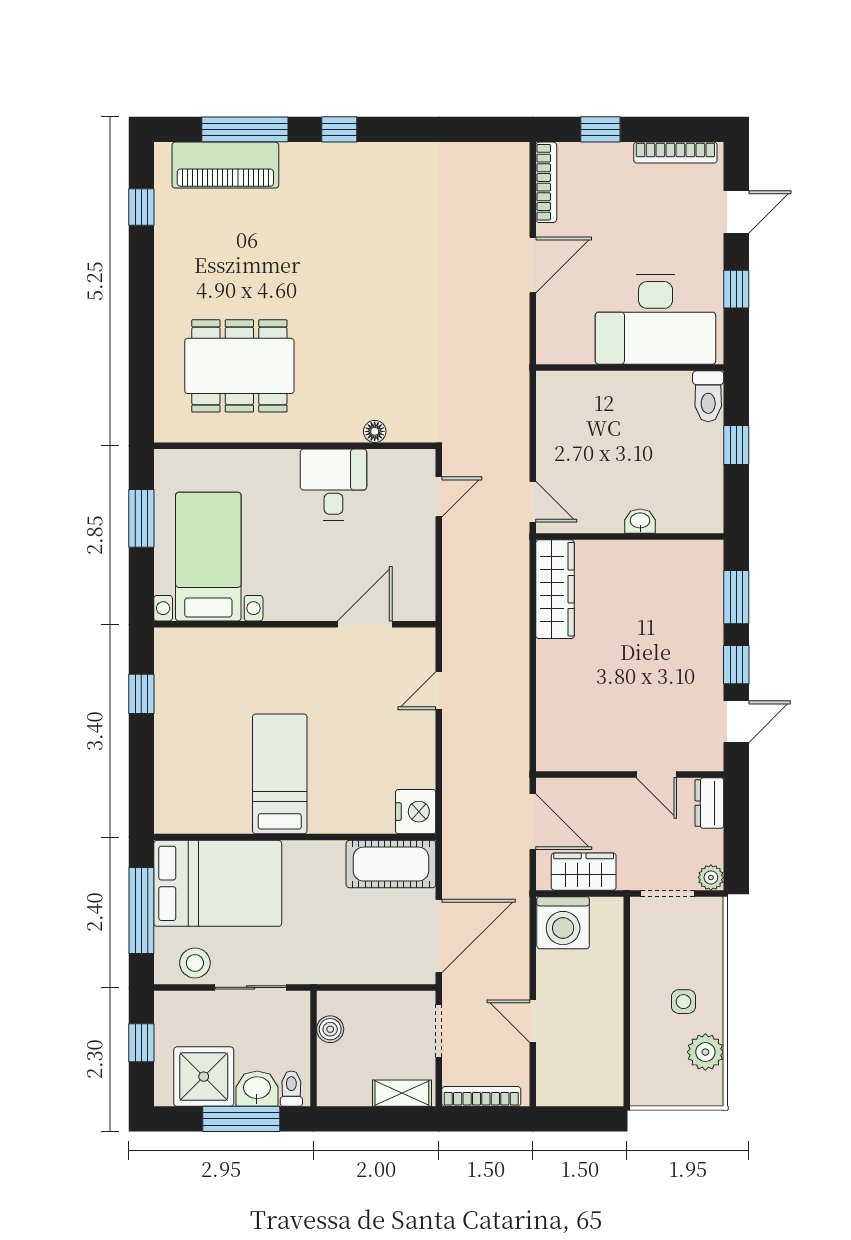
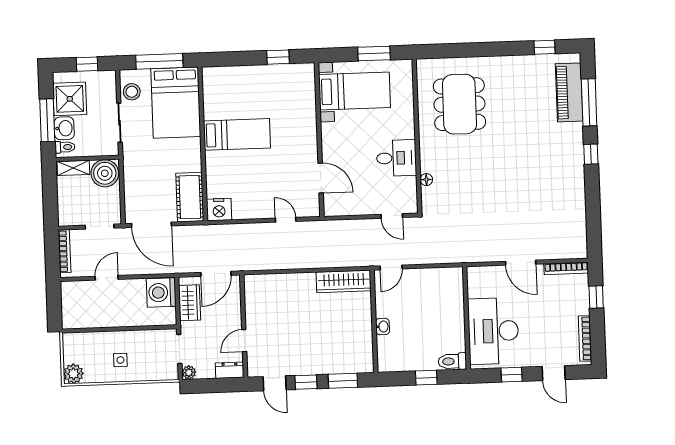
boiler: (330, 1029) -> (105, 173), width x1.86, depth x1.86
plant: (705, 1052) -> (74, 374), moved
shelving: (402, 1093) -> (73, 168), moved, turned 90

